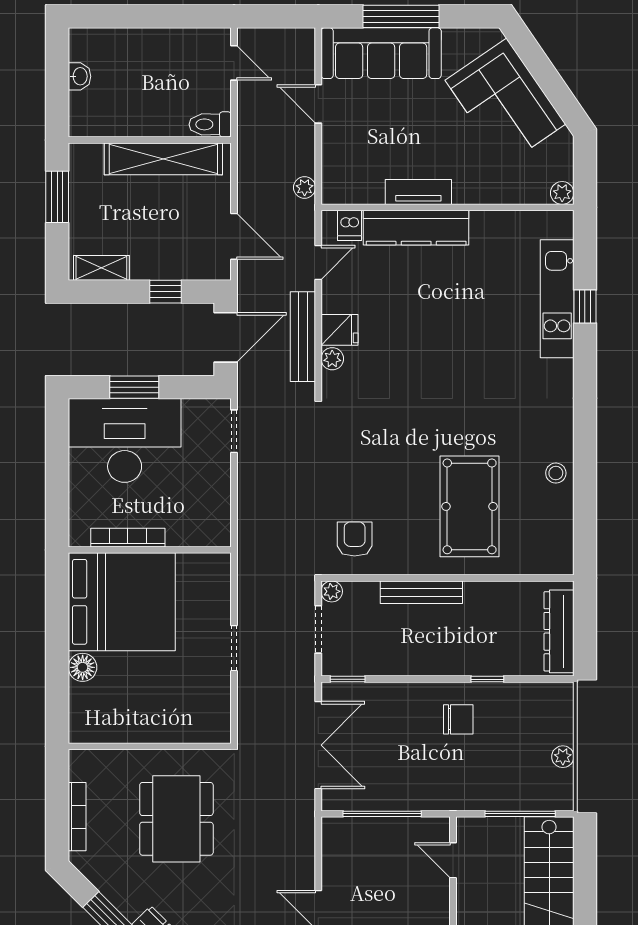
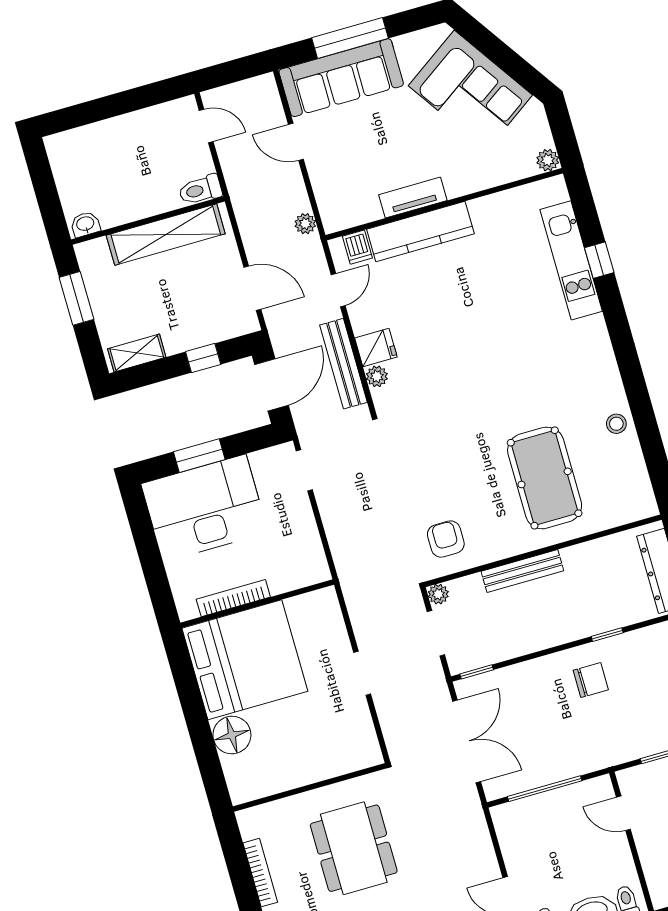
washbasin: (79, 76) -> (85, 224), moved, turned -90
floor lamp: (83, 667) -> (232, 735), width x1.38, depth x1.38

